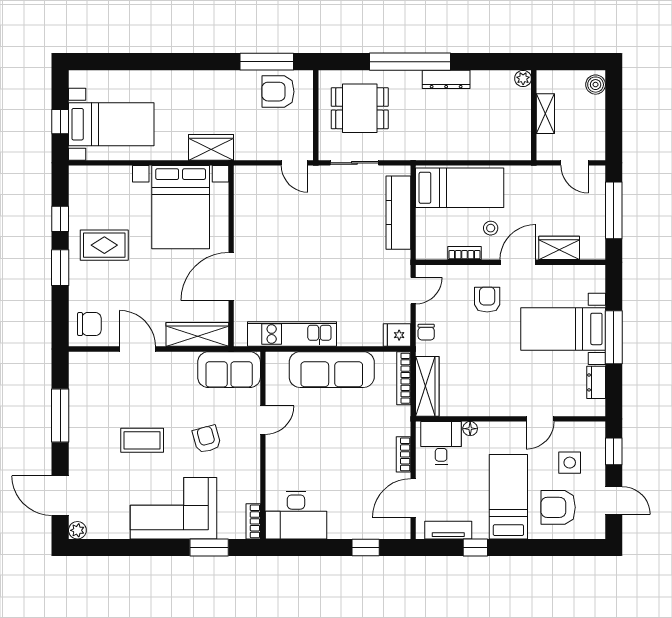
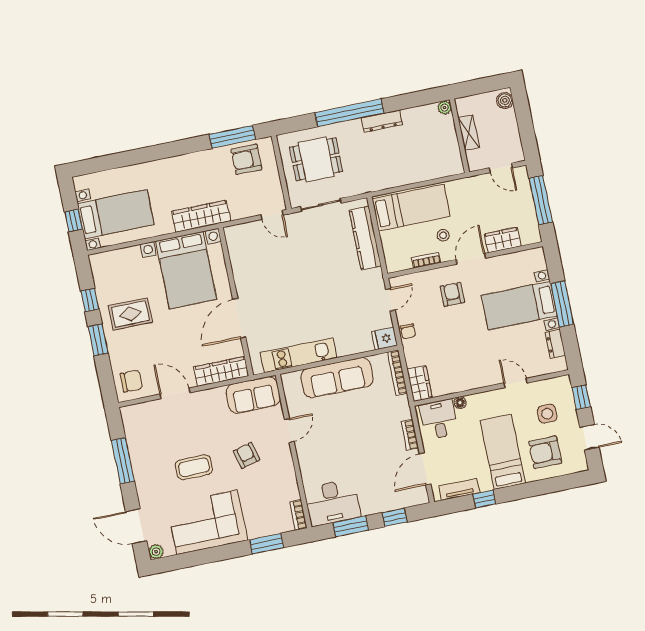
wardrobe: (211, 147) -> (201, 216), width x1.50
wardrobe: (427, 386) -> (420, 383), width x0.67
door: (540, 419) -> (516, 383), swing flipped
corner sofa: (173, 508) -> (207, 522), moved
window: (312, 548) -> (351, 526), added

